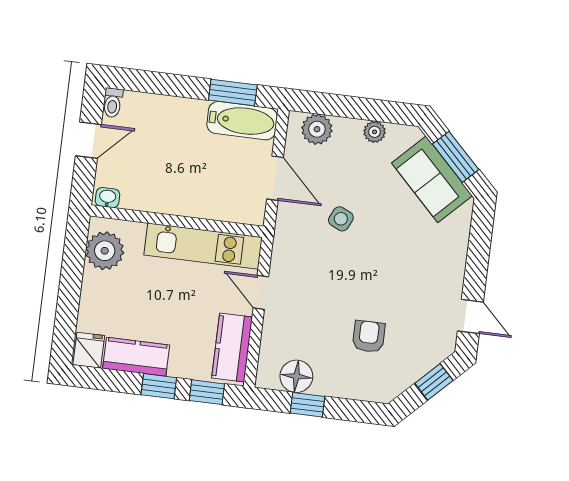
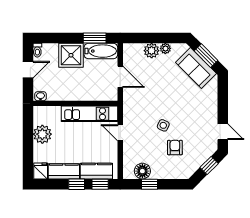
shower: (180, 122) -> (71, 55), added
plant: (317, 129) -> (152, 51), moved
side table: (341, 219) -> (163, 125), moved
plant: (105, 251) -> (42, 134), moved
kitchen counter: (232, 348) -> (96, 171), moved, turned 90

